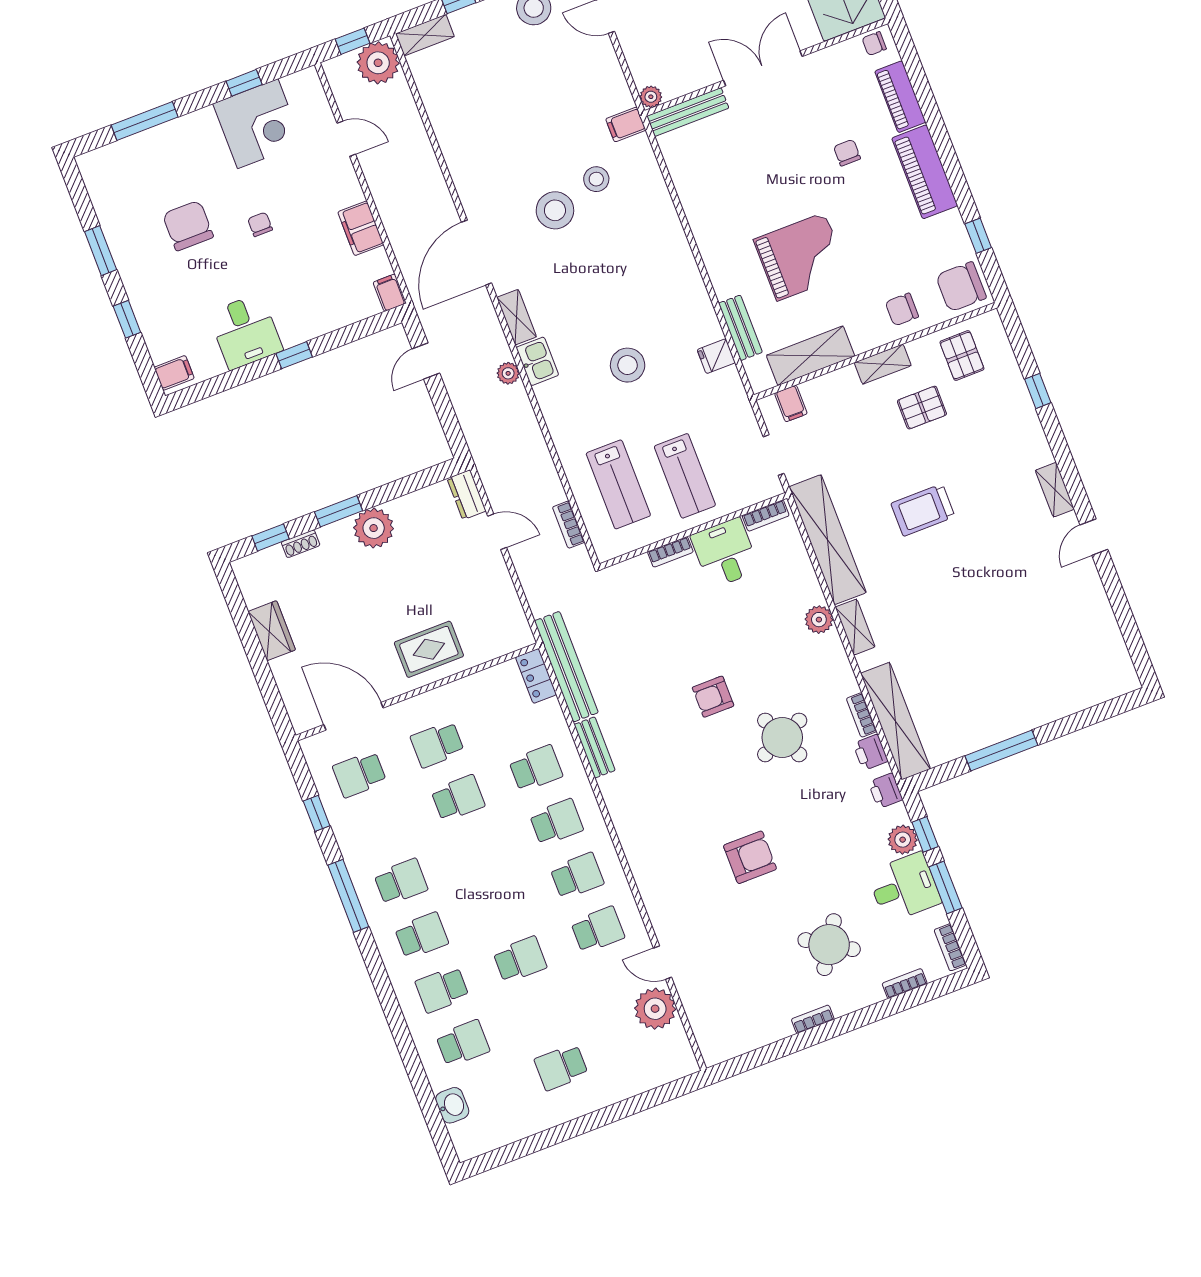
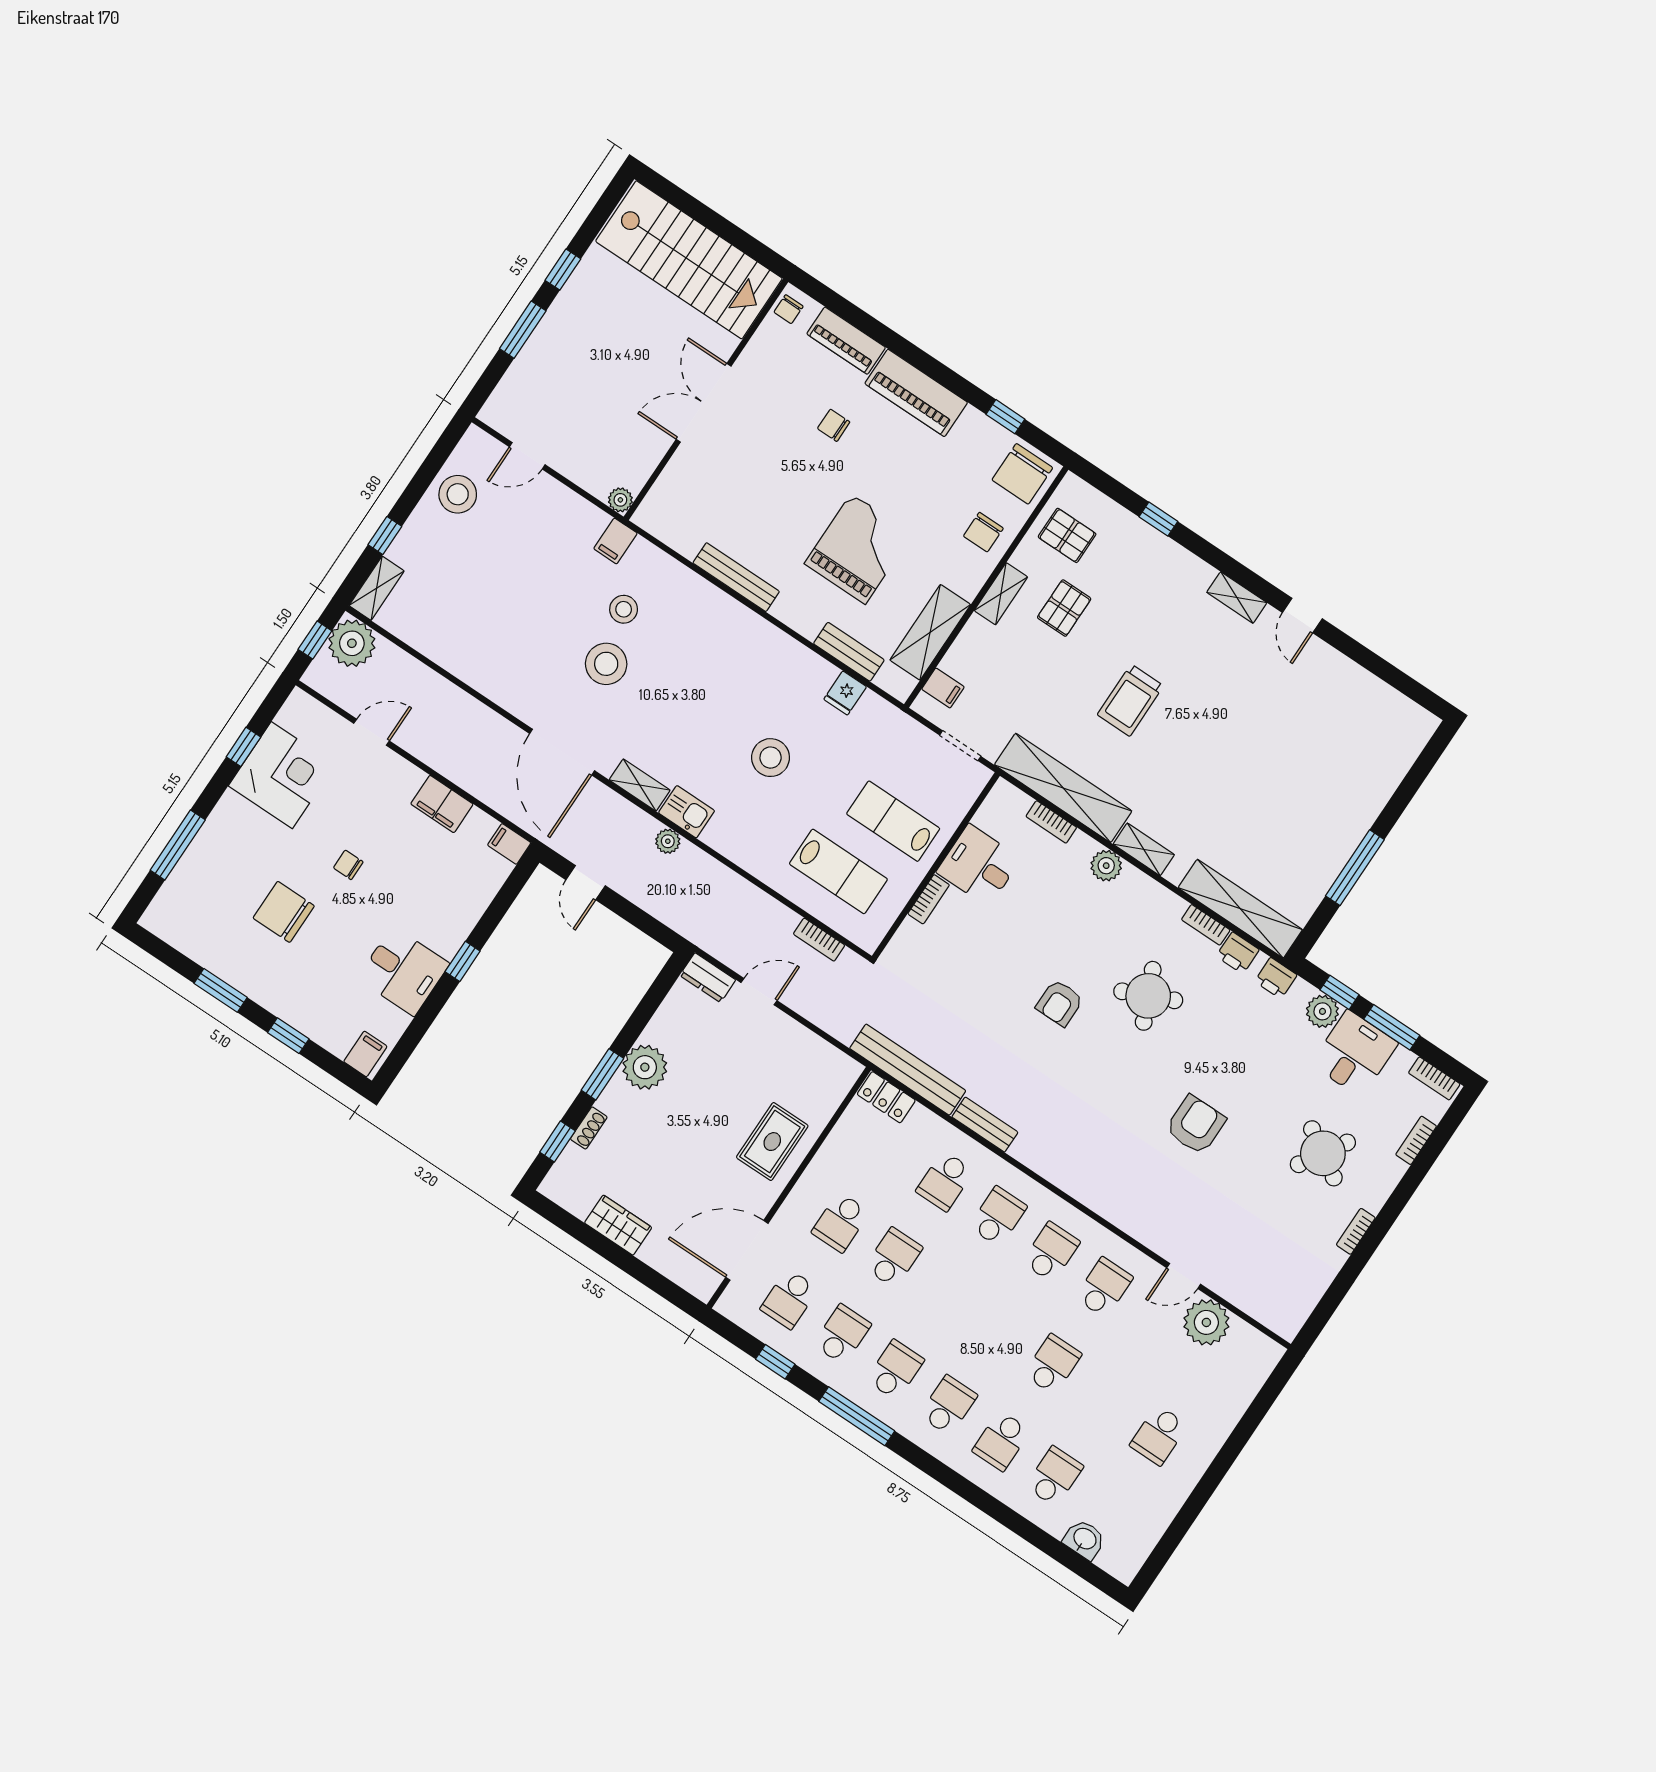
bench: (688, 112) -> (736, 577), moved, turned 90
lab bench: (685, 476) -> (893, 821), turned 180
bookcase: (766, 516) -> (1051, 822), moved, turned 90
school desk: (536, 768) -> (945, 1181), turned 180
school desk: (380, 828) -> (842, 1334), added

